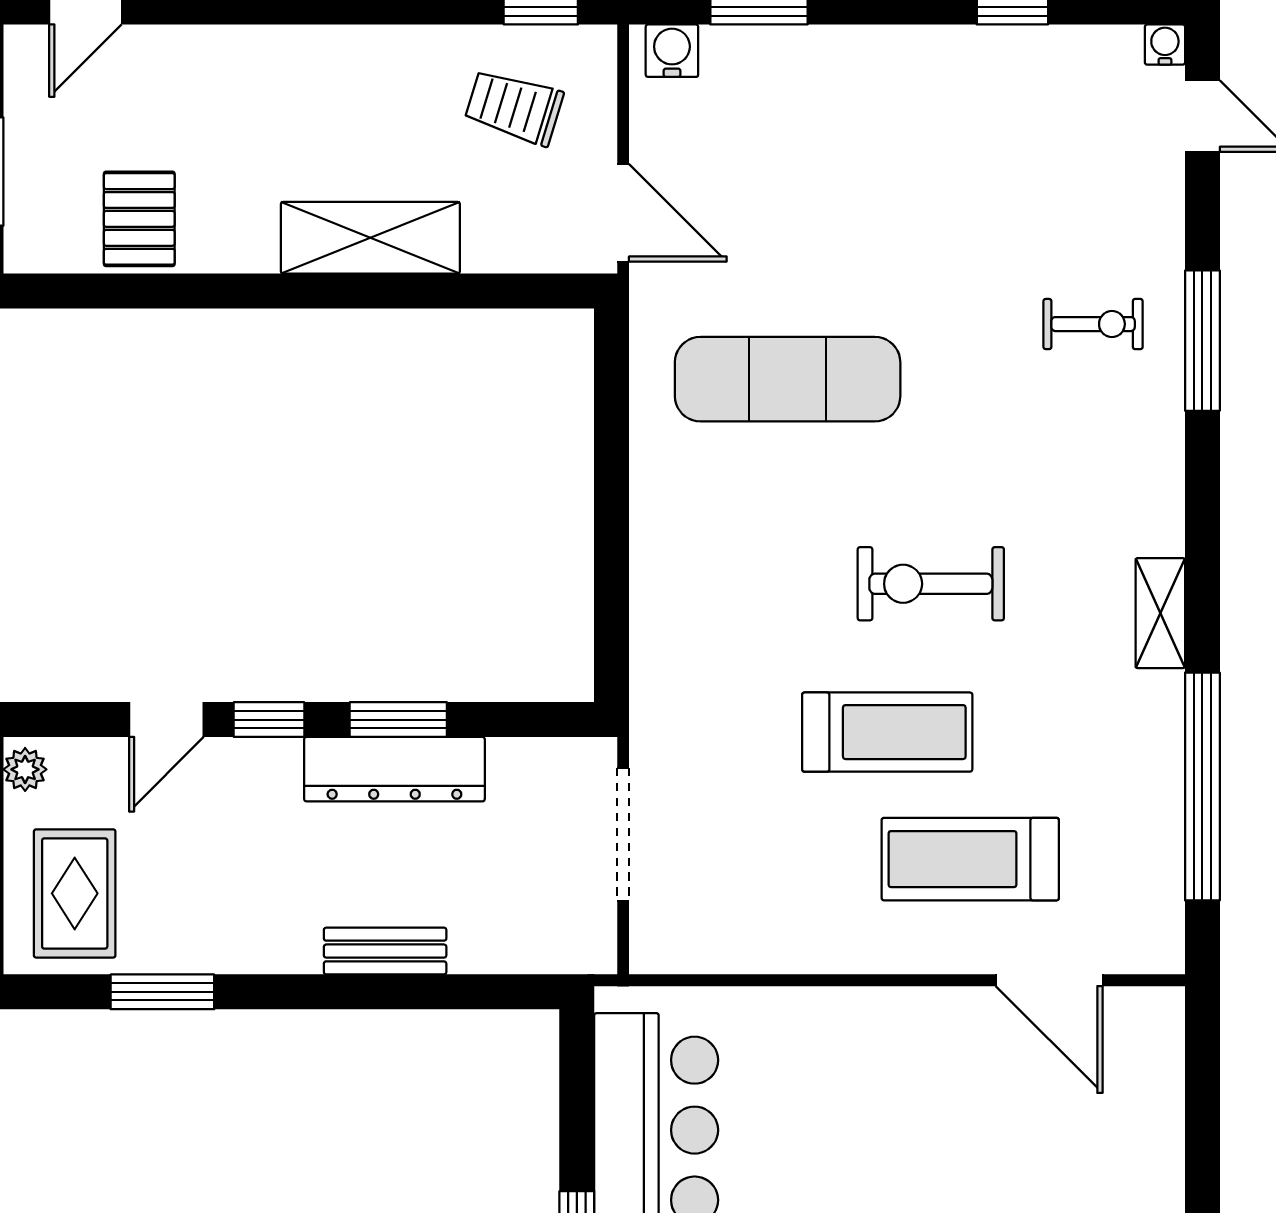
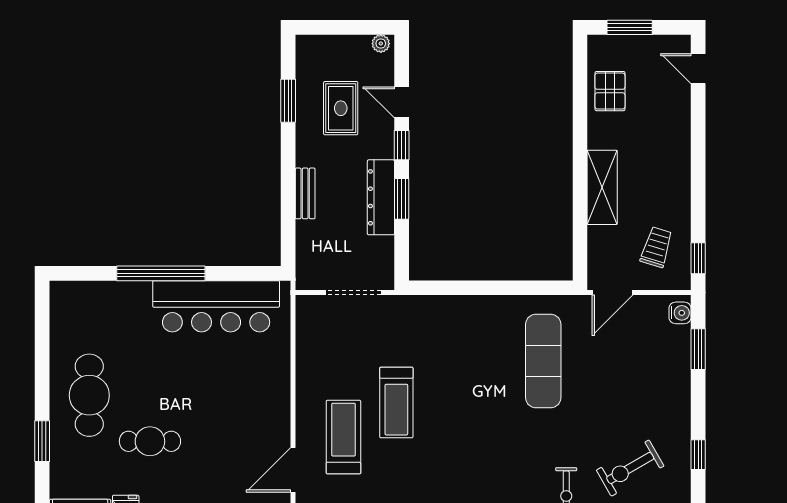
pallet: (139, 219) -> (610, 91), turned 90
exercise bike: (931, 584) -> (630, 468), moved, turned -120
rug: (75, 893) -> (341, 108), moved, turned 90

